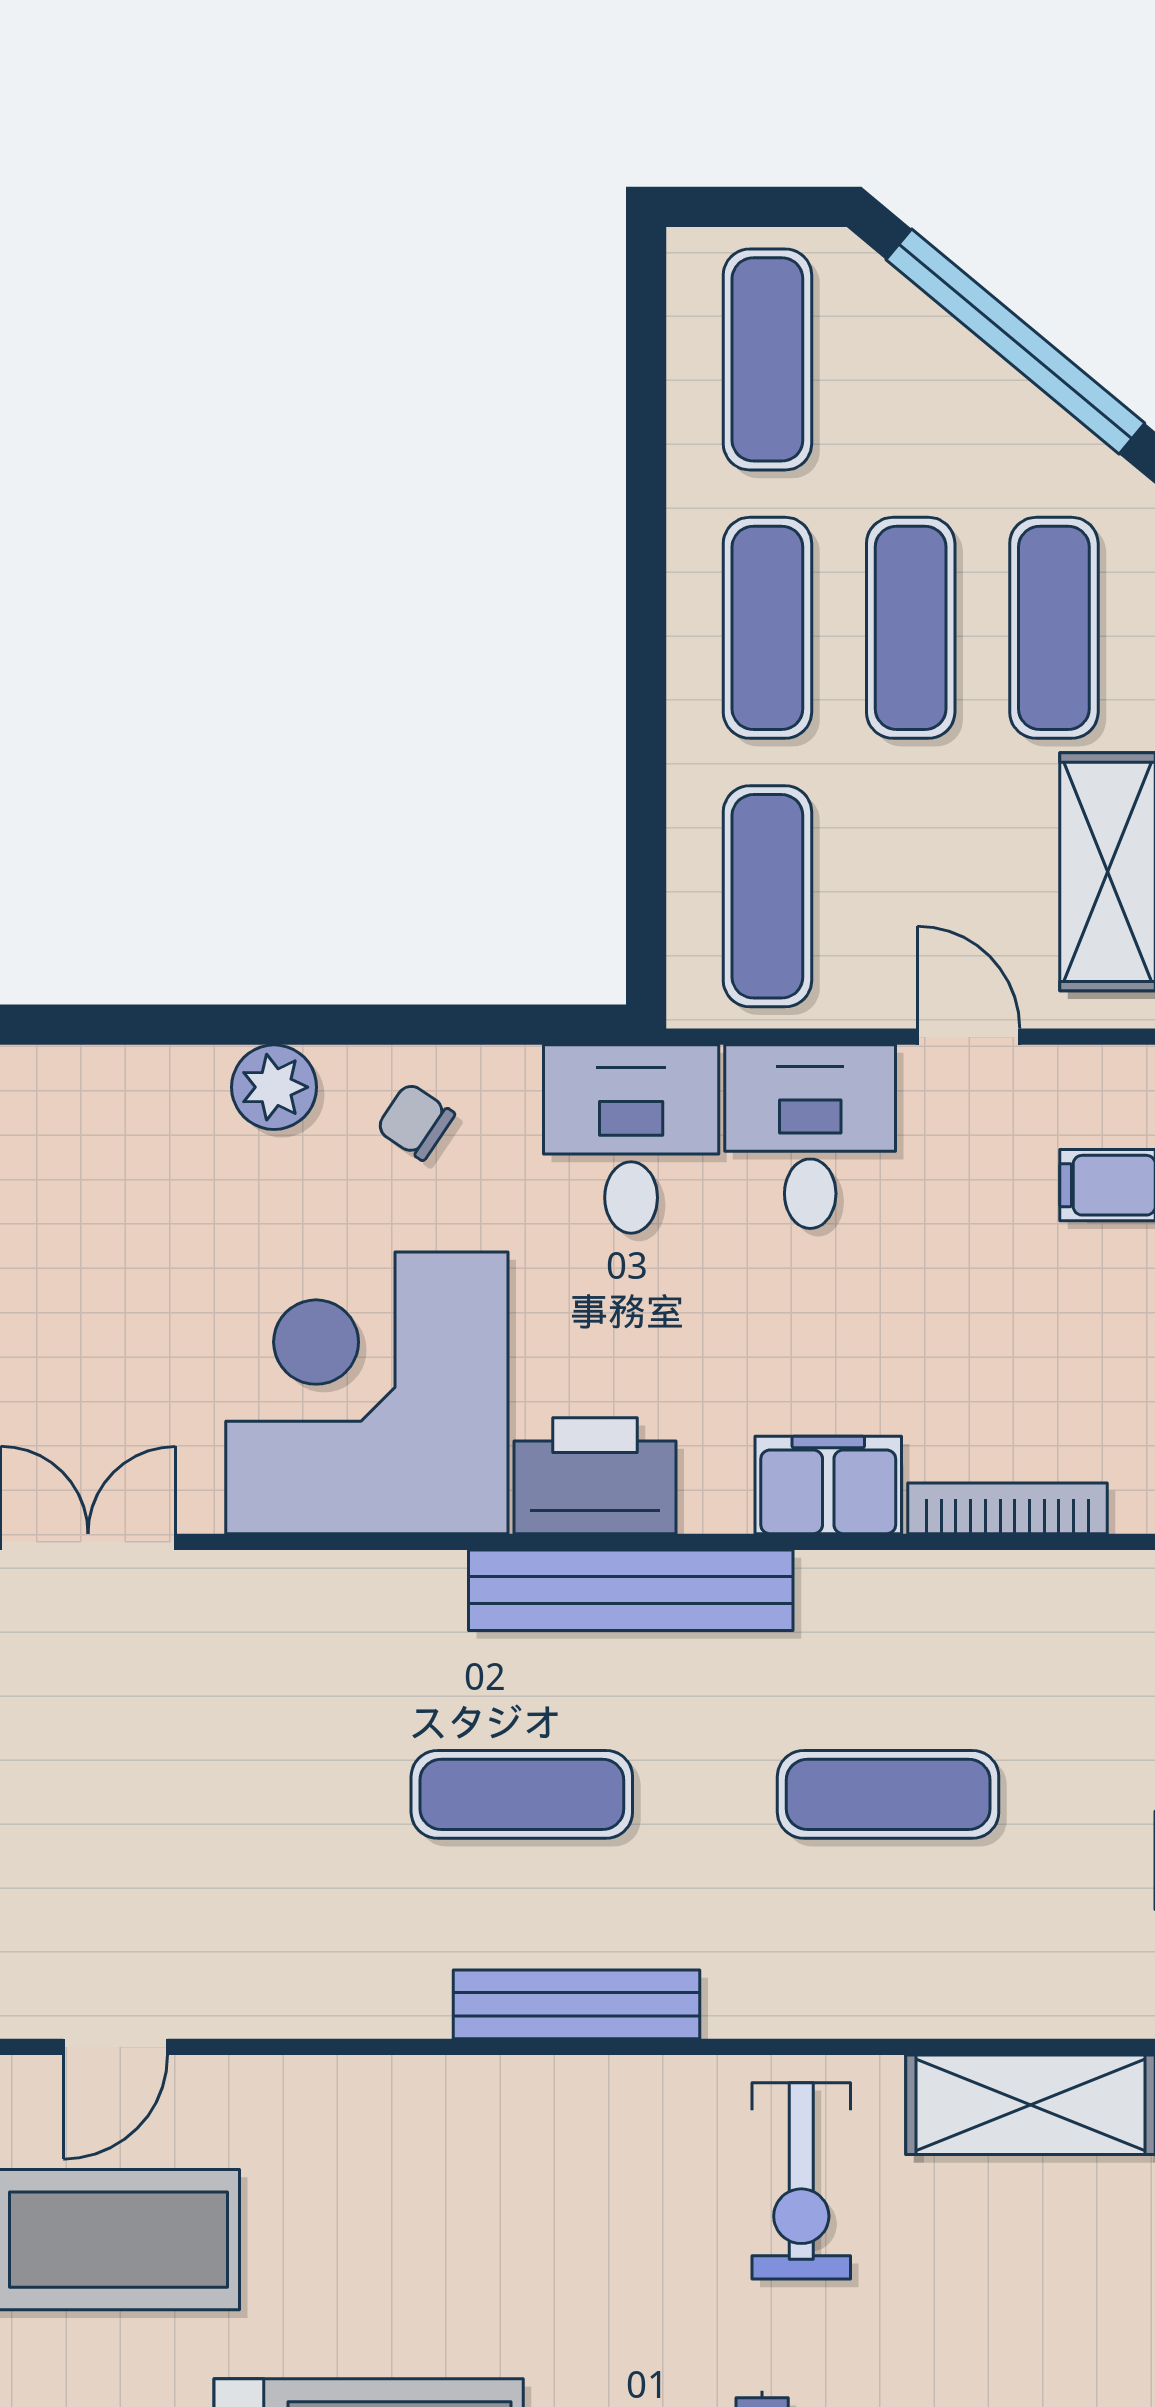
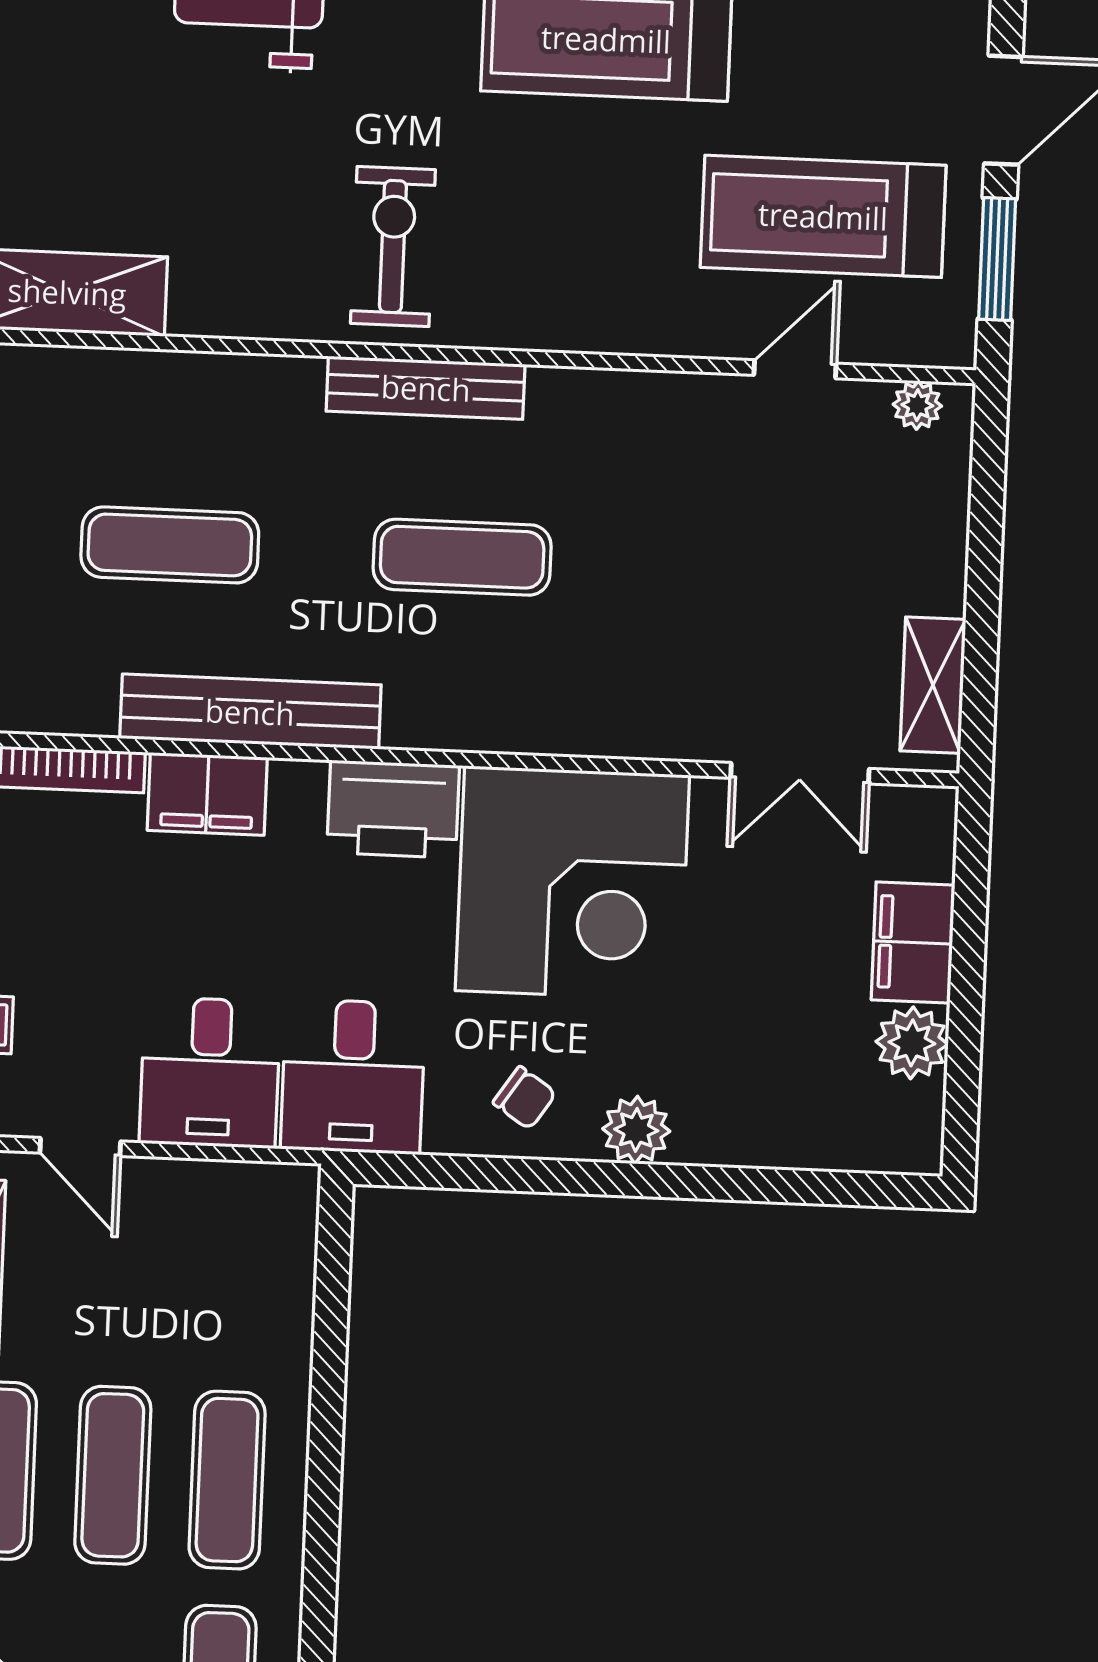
exercise mat: (767, 896) -> (236, 1266), removed
bench: (631, 1590) -> (250, 712), moved
exercise bike: (801, 2181) -> (393, 247), moved

